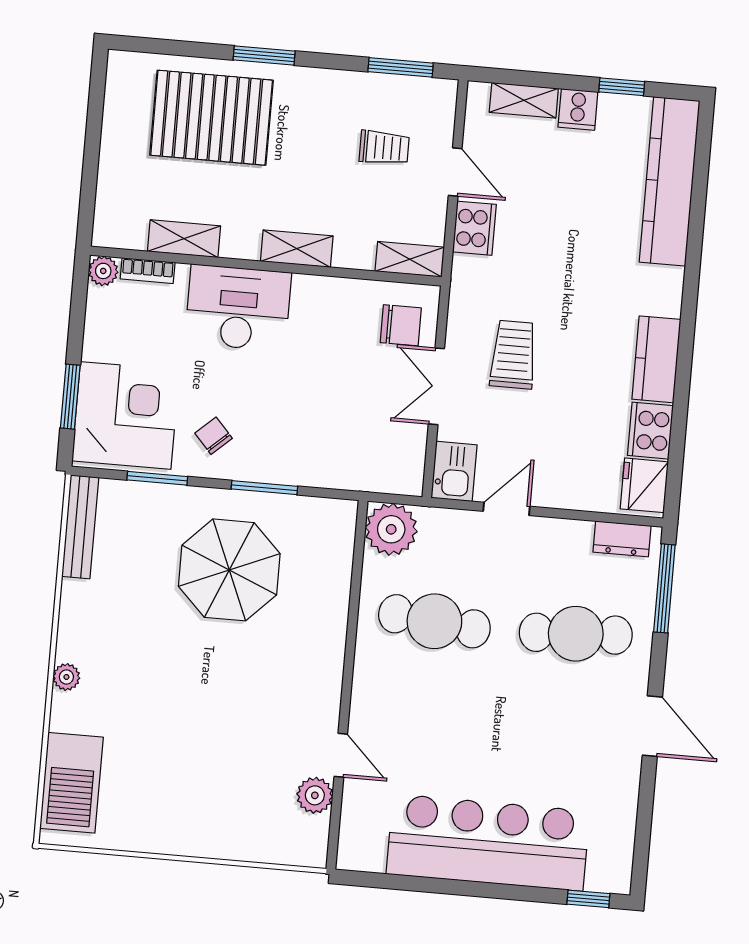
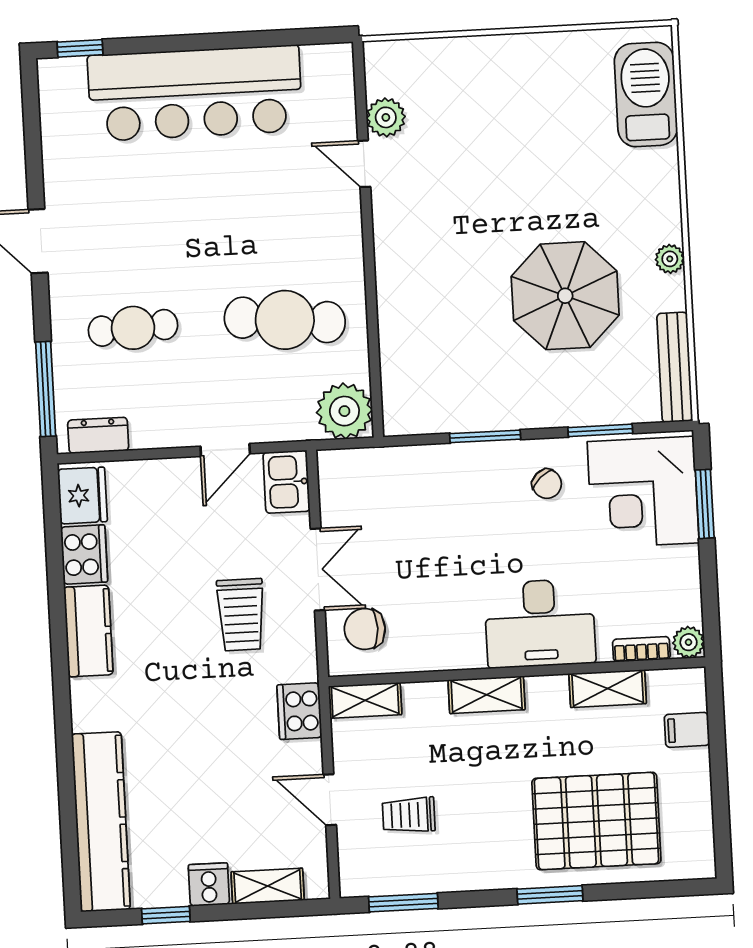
filing cabinet: (116, 190) -> (687, 730), added
cooker: (474, 228) -> (299, 711), moved
parasol: (229, 570) -> (565, 296), moved
cafe table: (576, 634) -> (133, 328), width x0.73, depth x0.74
plant: (66, 677) -> (670, 259), moved

